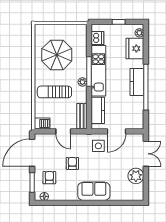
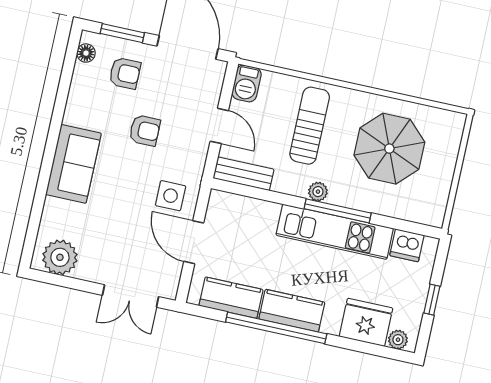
kitchen counter: (98, 110) -> (231, 298), moved, turned 180
door: (63, 131) -> (219, 126), swing flipped
plant: (136, 176) -> (60, 257), moved

